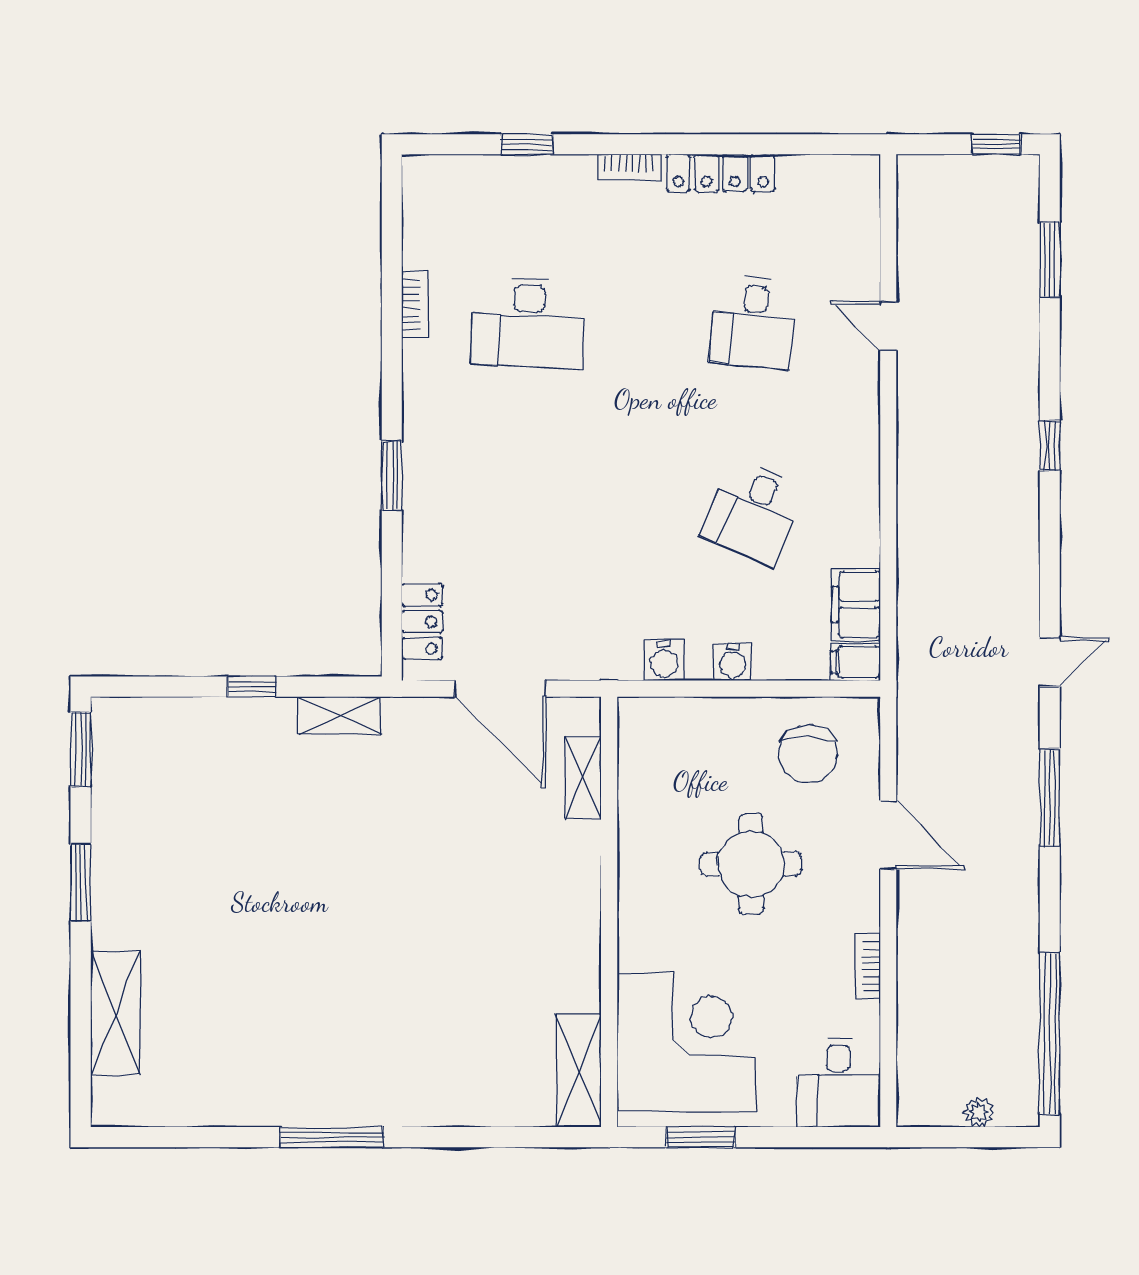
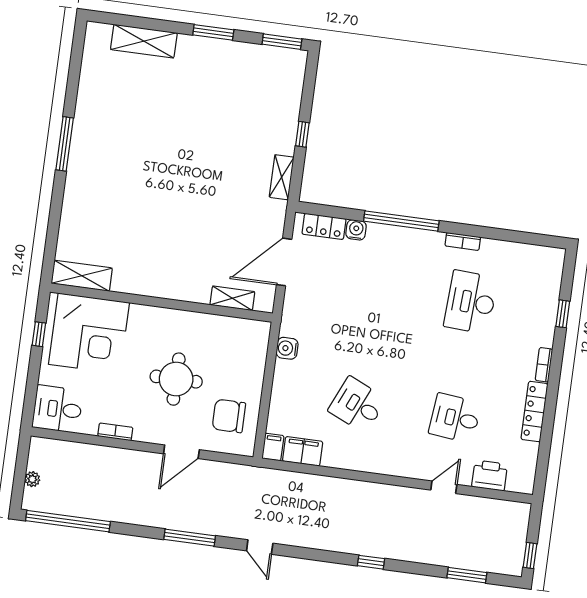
printer: (854, 242) -> (490, 475), added
bookcase: (415, 305) -> (463, 241), moved
window: (392, 476) -> (401, 221), width x2.11
water cooler: (733, 662) -> (356, 230), moved, turned 90
window: (701, 1137) -> (39, 334), width x0.67

